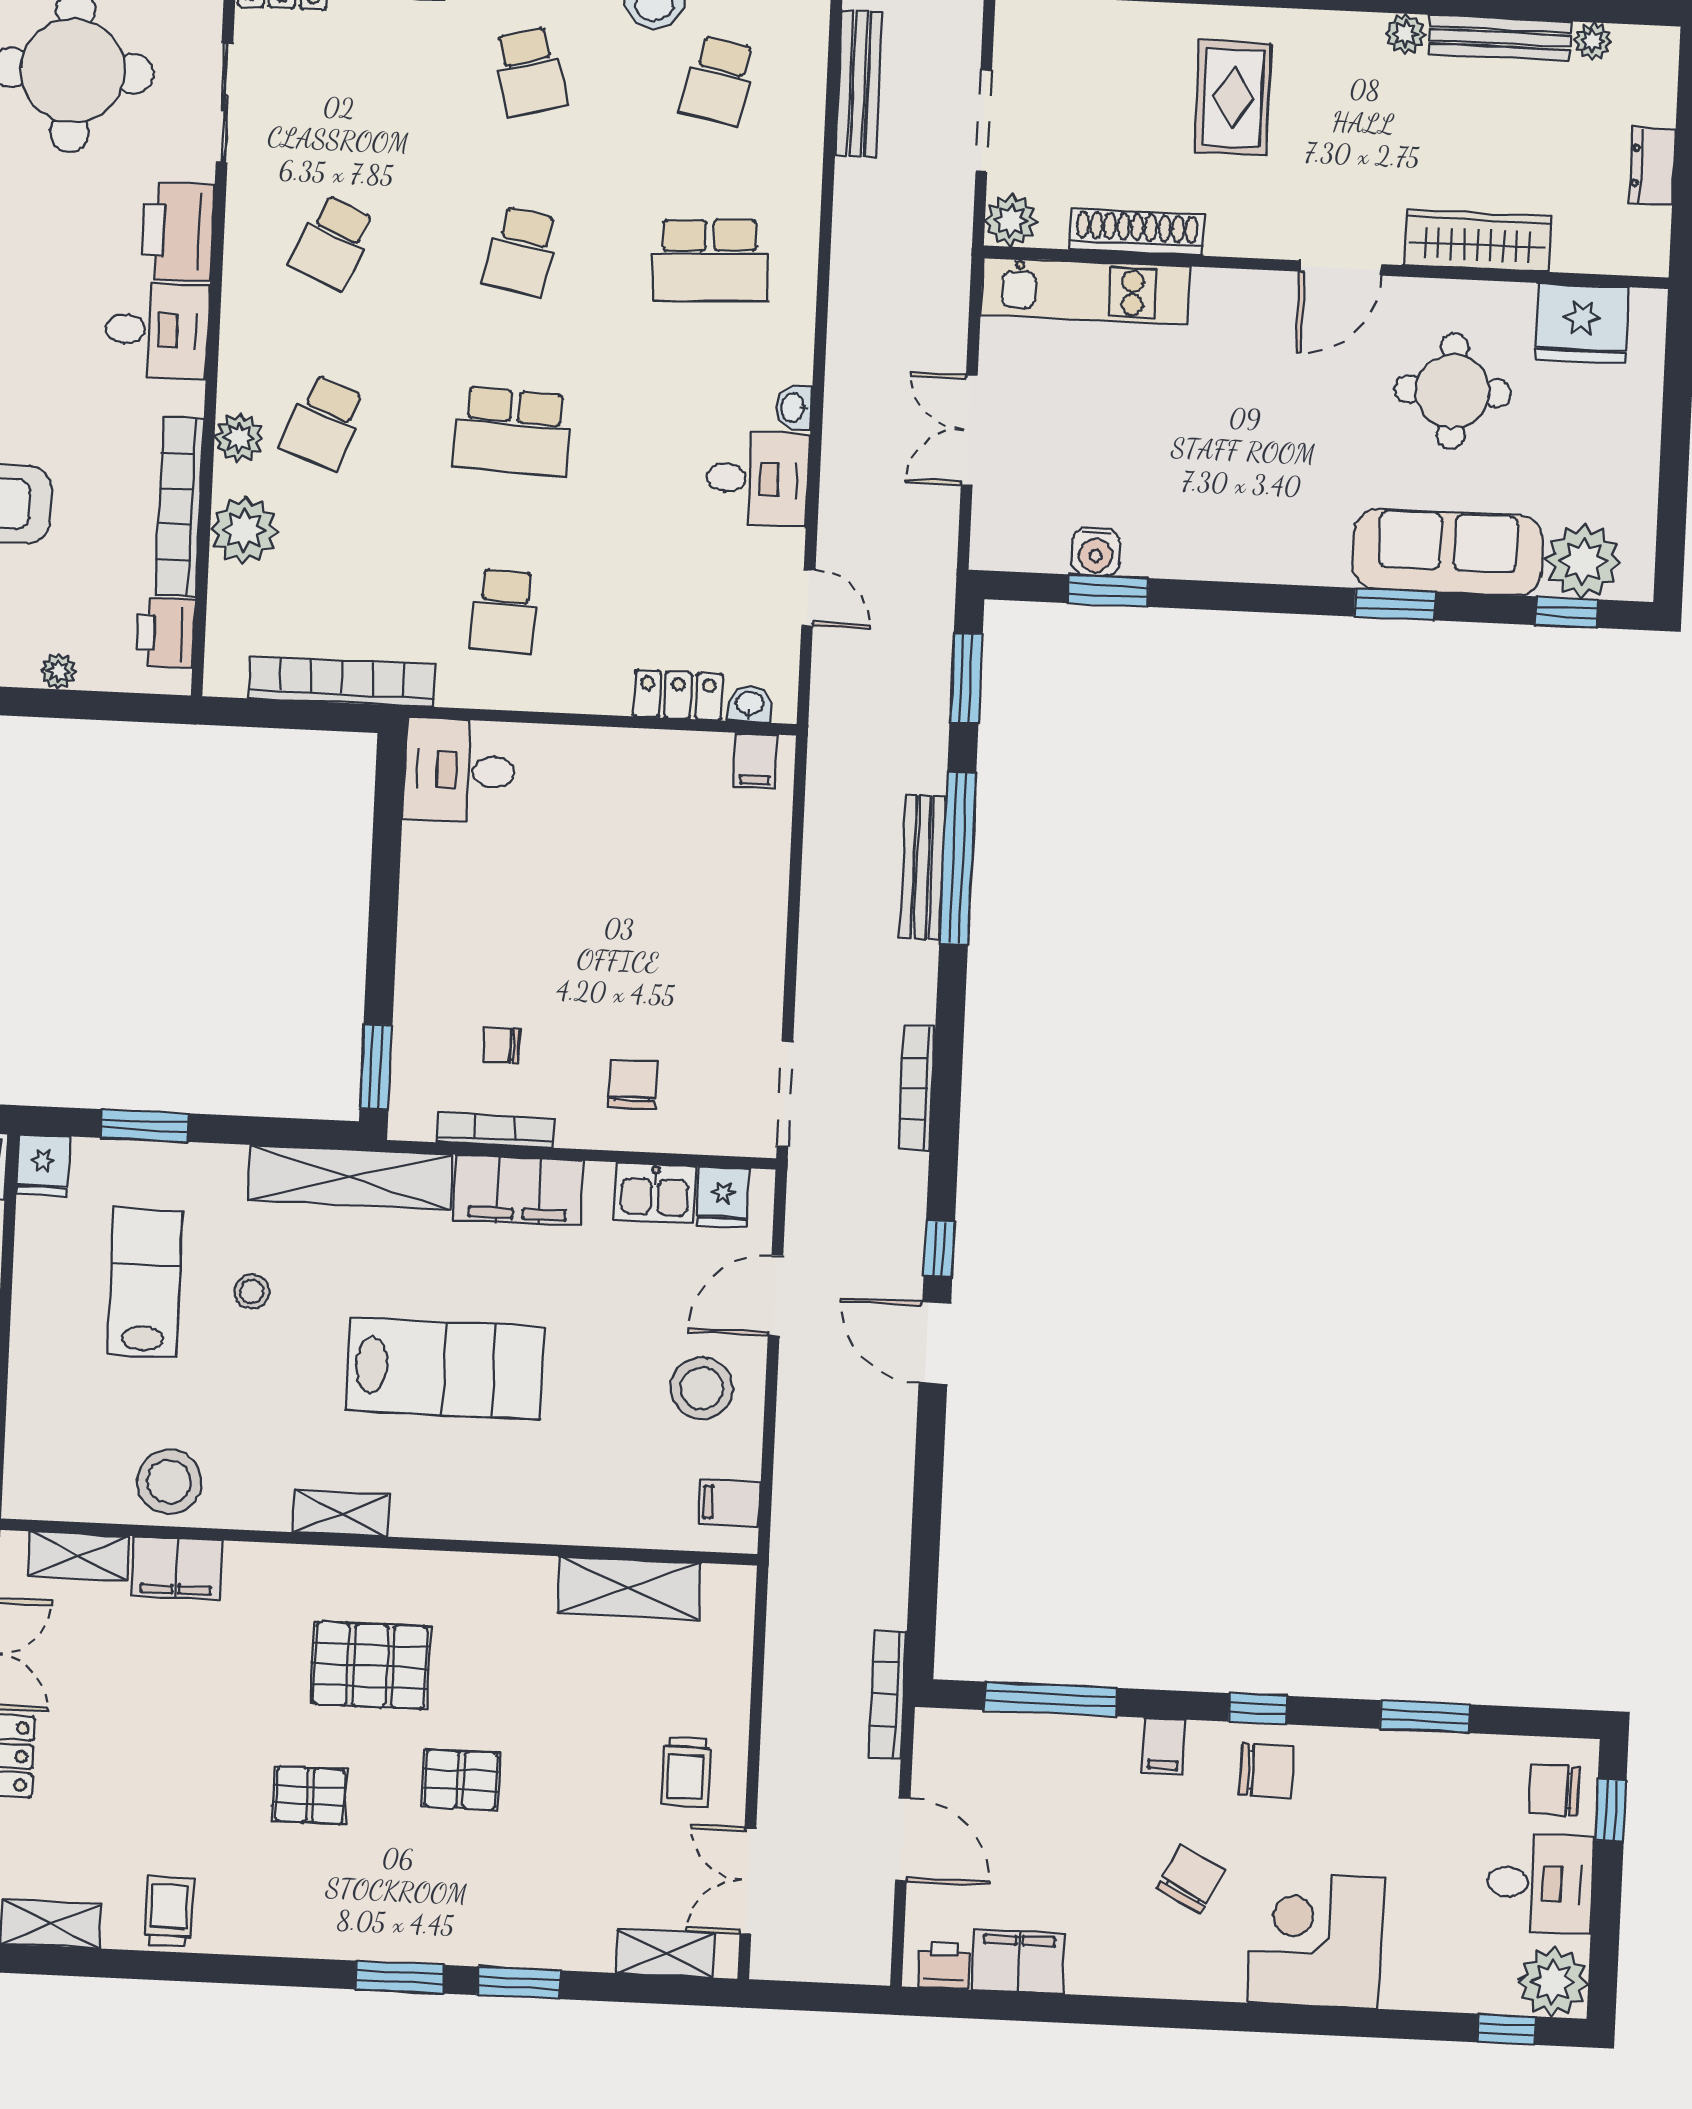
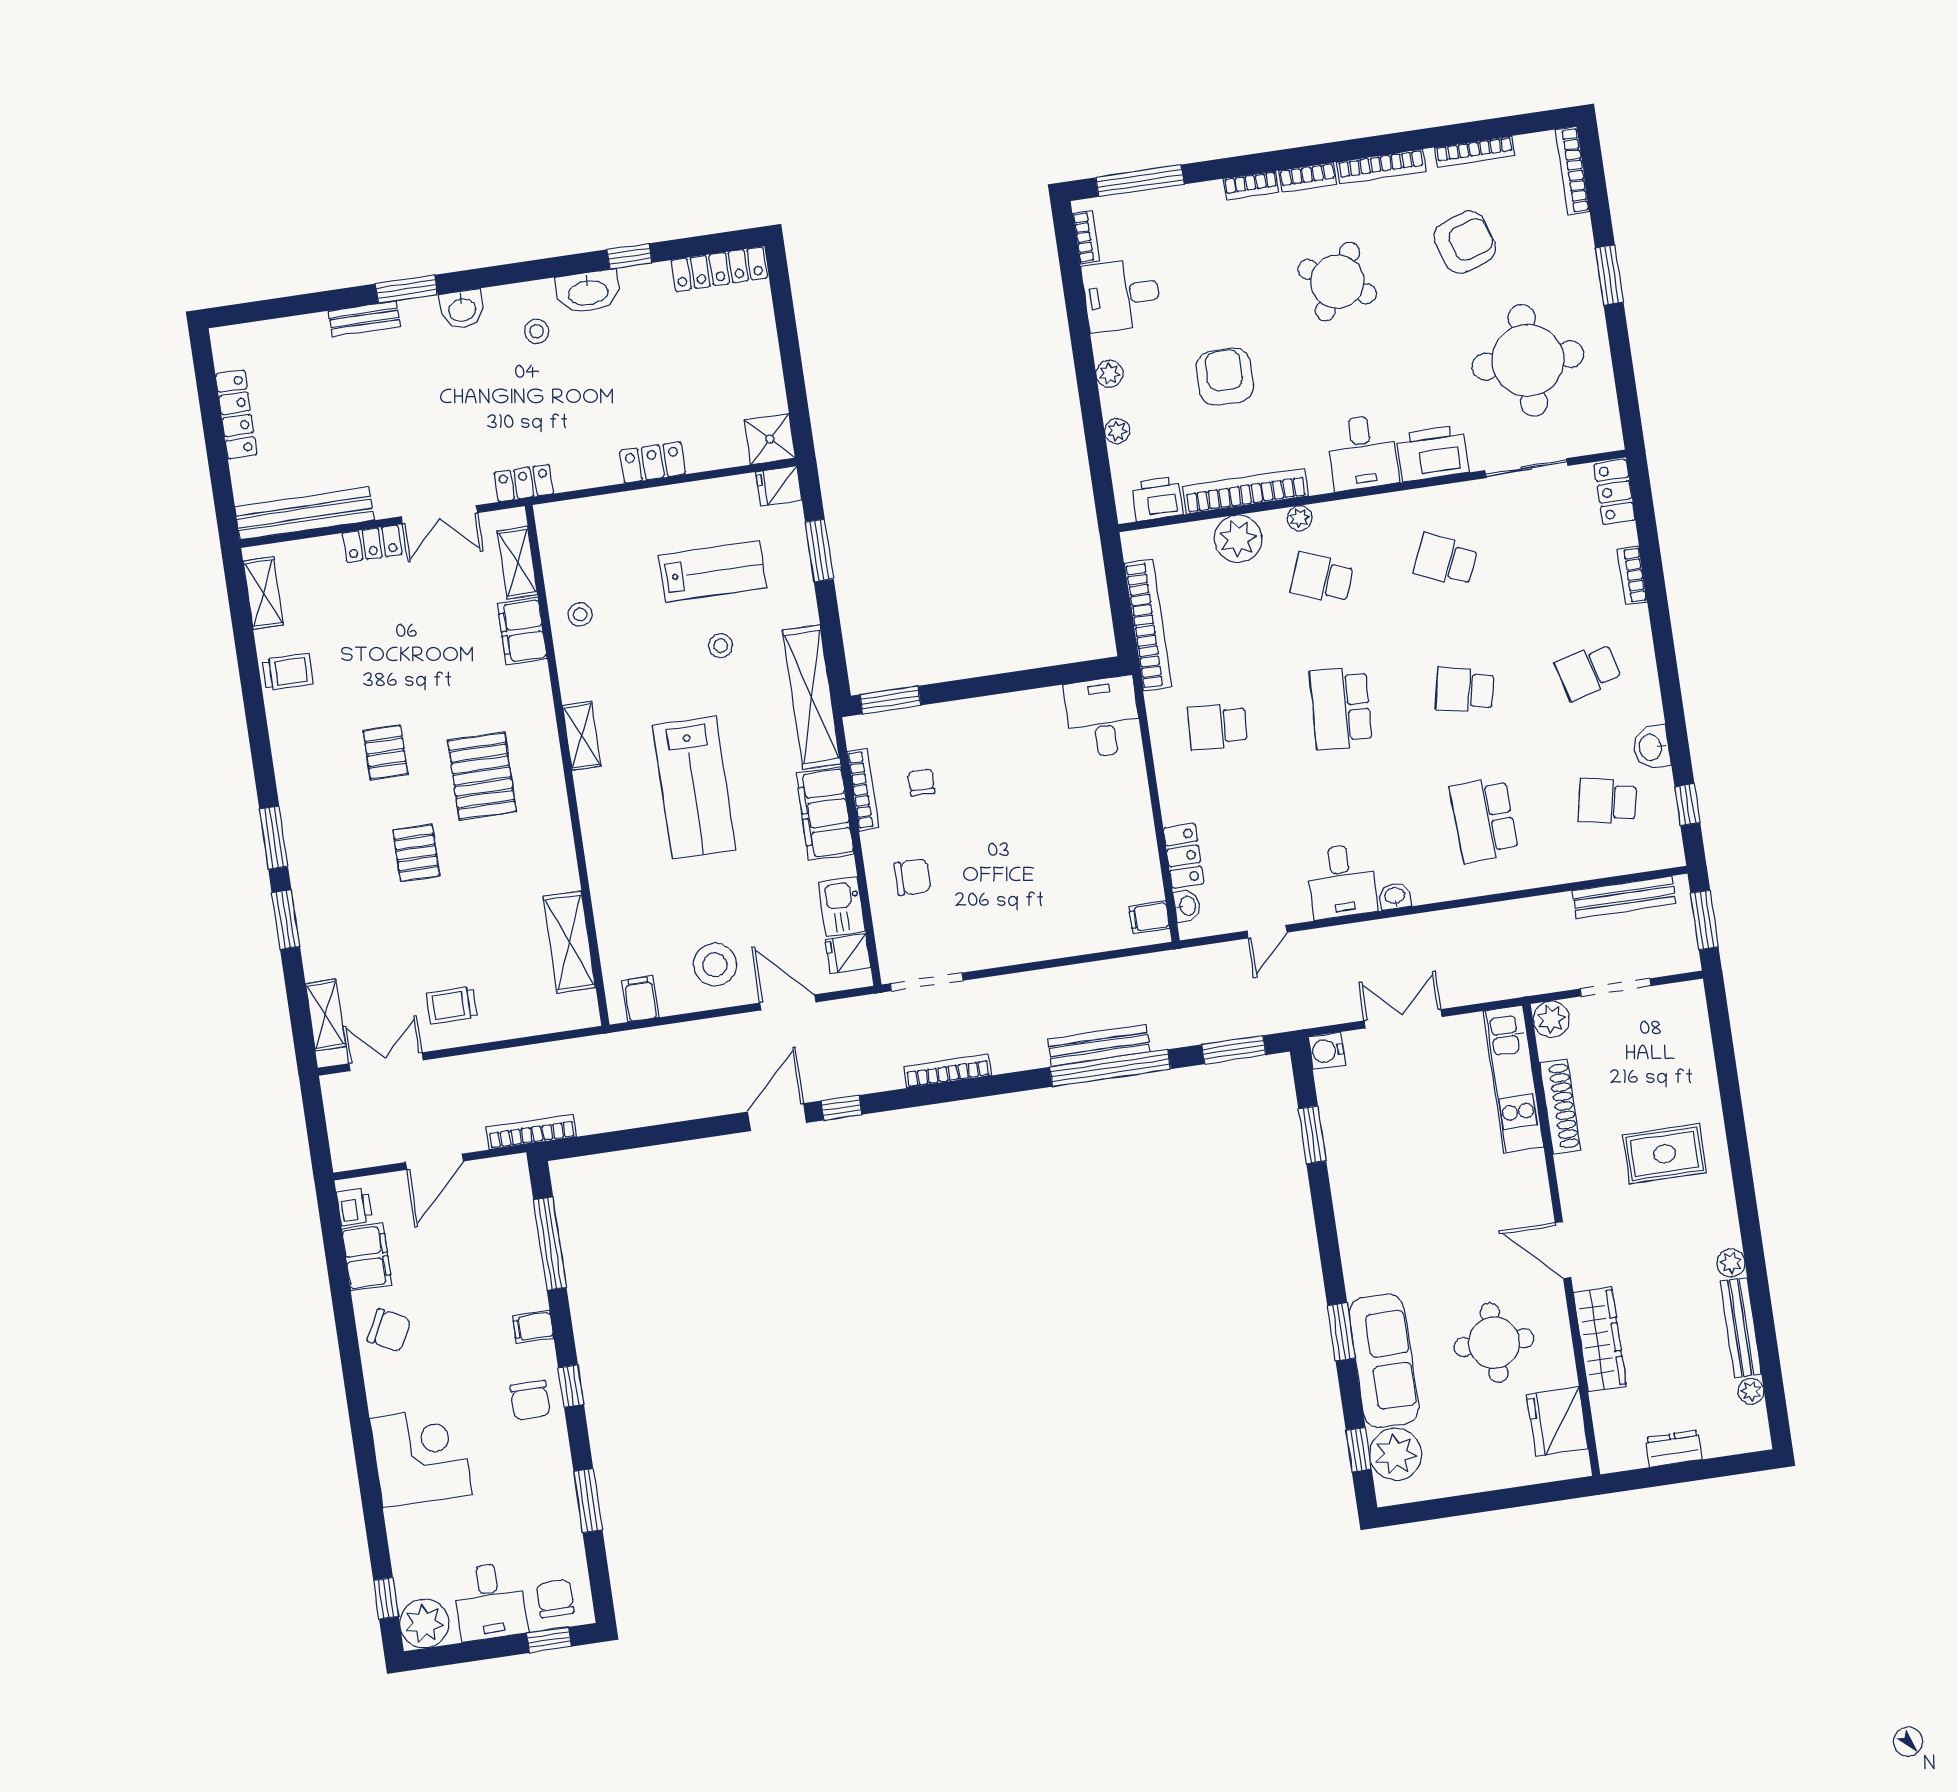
plant: (239, 438) -> (1300, 518), width x0.73, depth x0.73
water cooler: (1096, 552) -> (1327, 1051), moved
stool: (169, 1482) -> (580, 614), width x0.53, depth x0.53
chair: (1191, 1879) -> (389, 1330), moved

